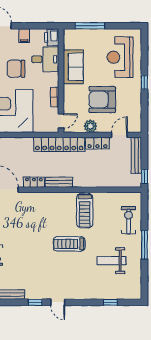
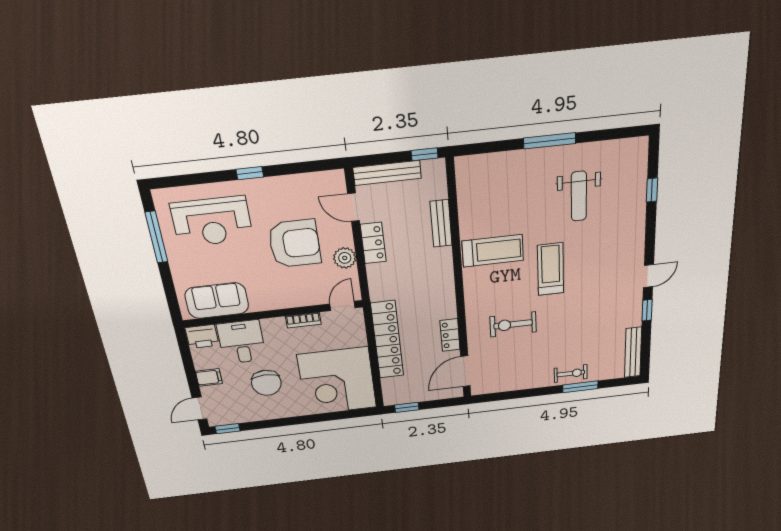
window: (90, 26) -> (156, 237), moved
sofa: (73, 67) -> (217, 301), moved
armchair: (102, 100) -> (294, 244), turned -90
door: (61, 121) -> (342, 306), hinge flipped
locker: (59, 144) -> (387, 340), moved
bench: (59, 182) -> (441, 223), moved
exercise bike: (129, 220) -> (513, 324), moved
treadmill: (69, 244) -> (551, 269), turned 180

